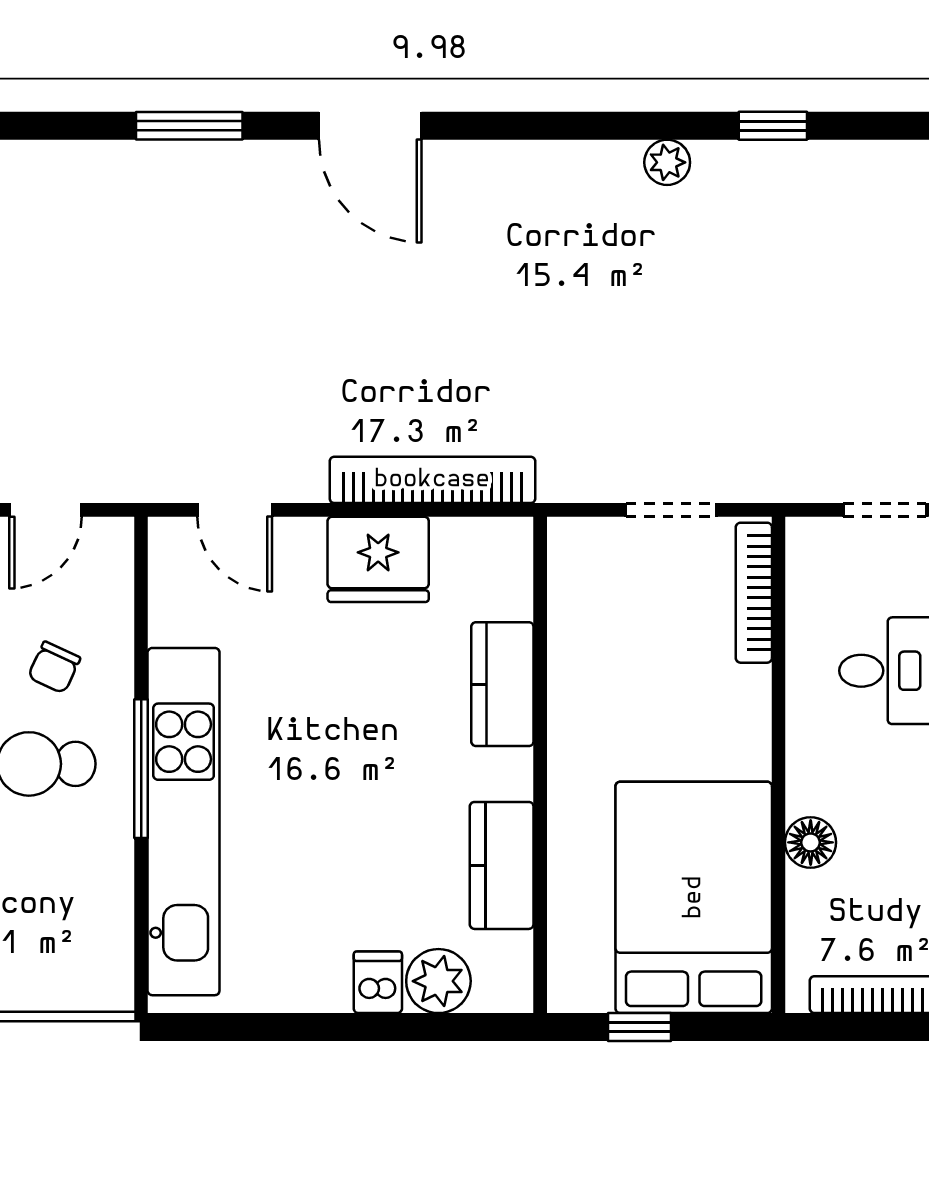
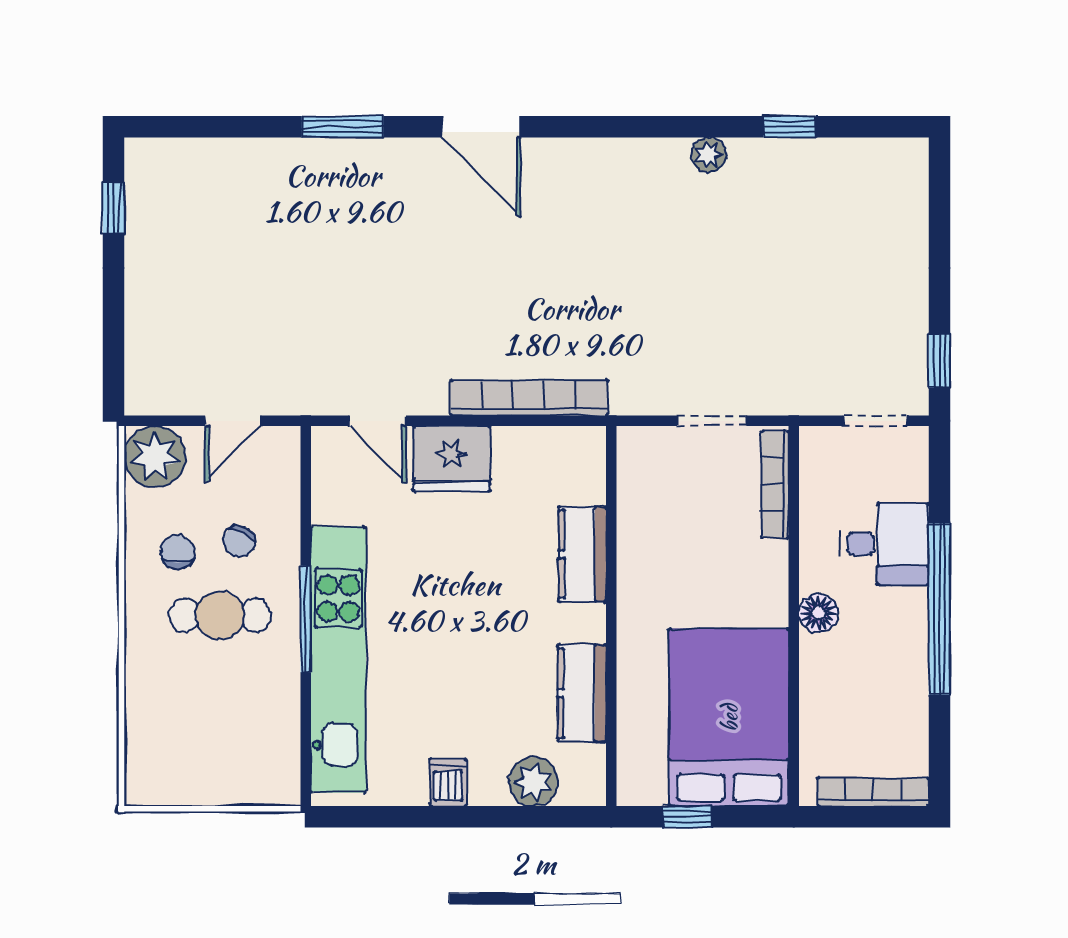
fridge: (378, 559) -> (452, 459), moved
floor lamp: (811, 842) -> (818, 613), moved
dishwasher: (378, 982) -> (448, 783), moved

